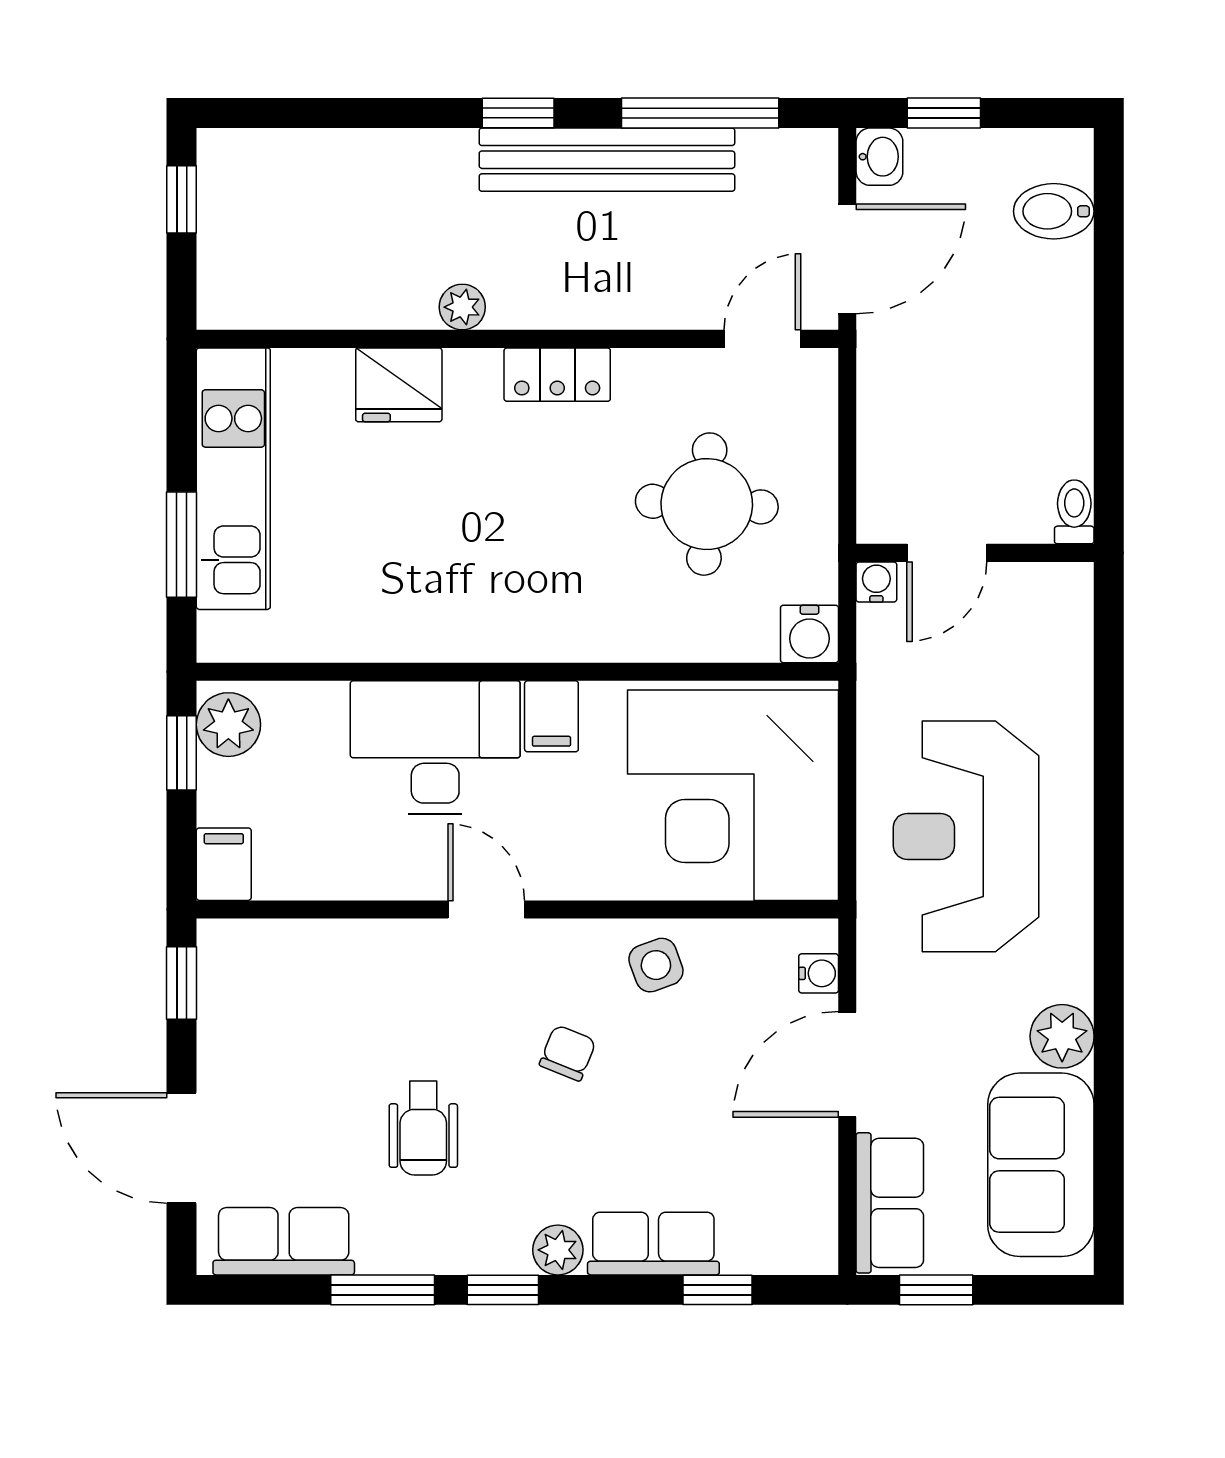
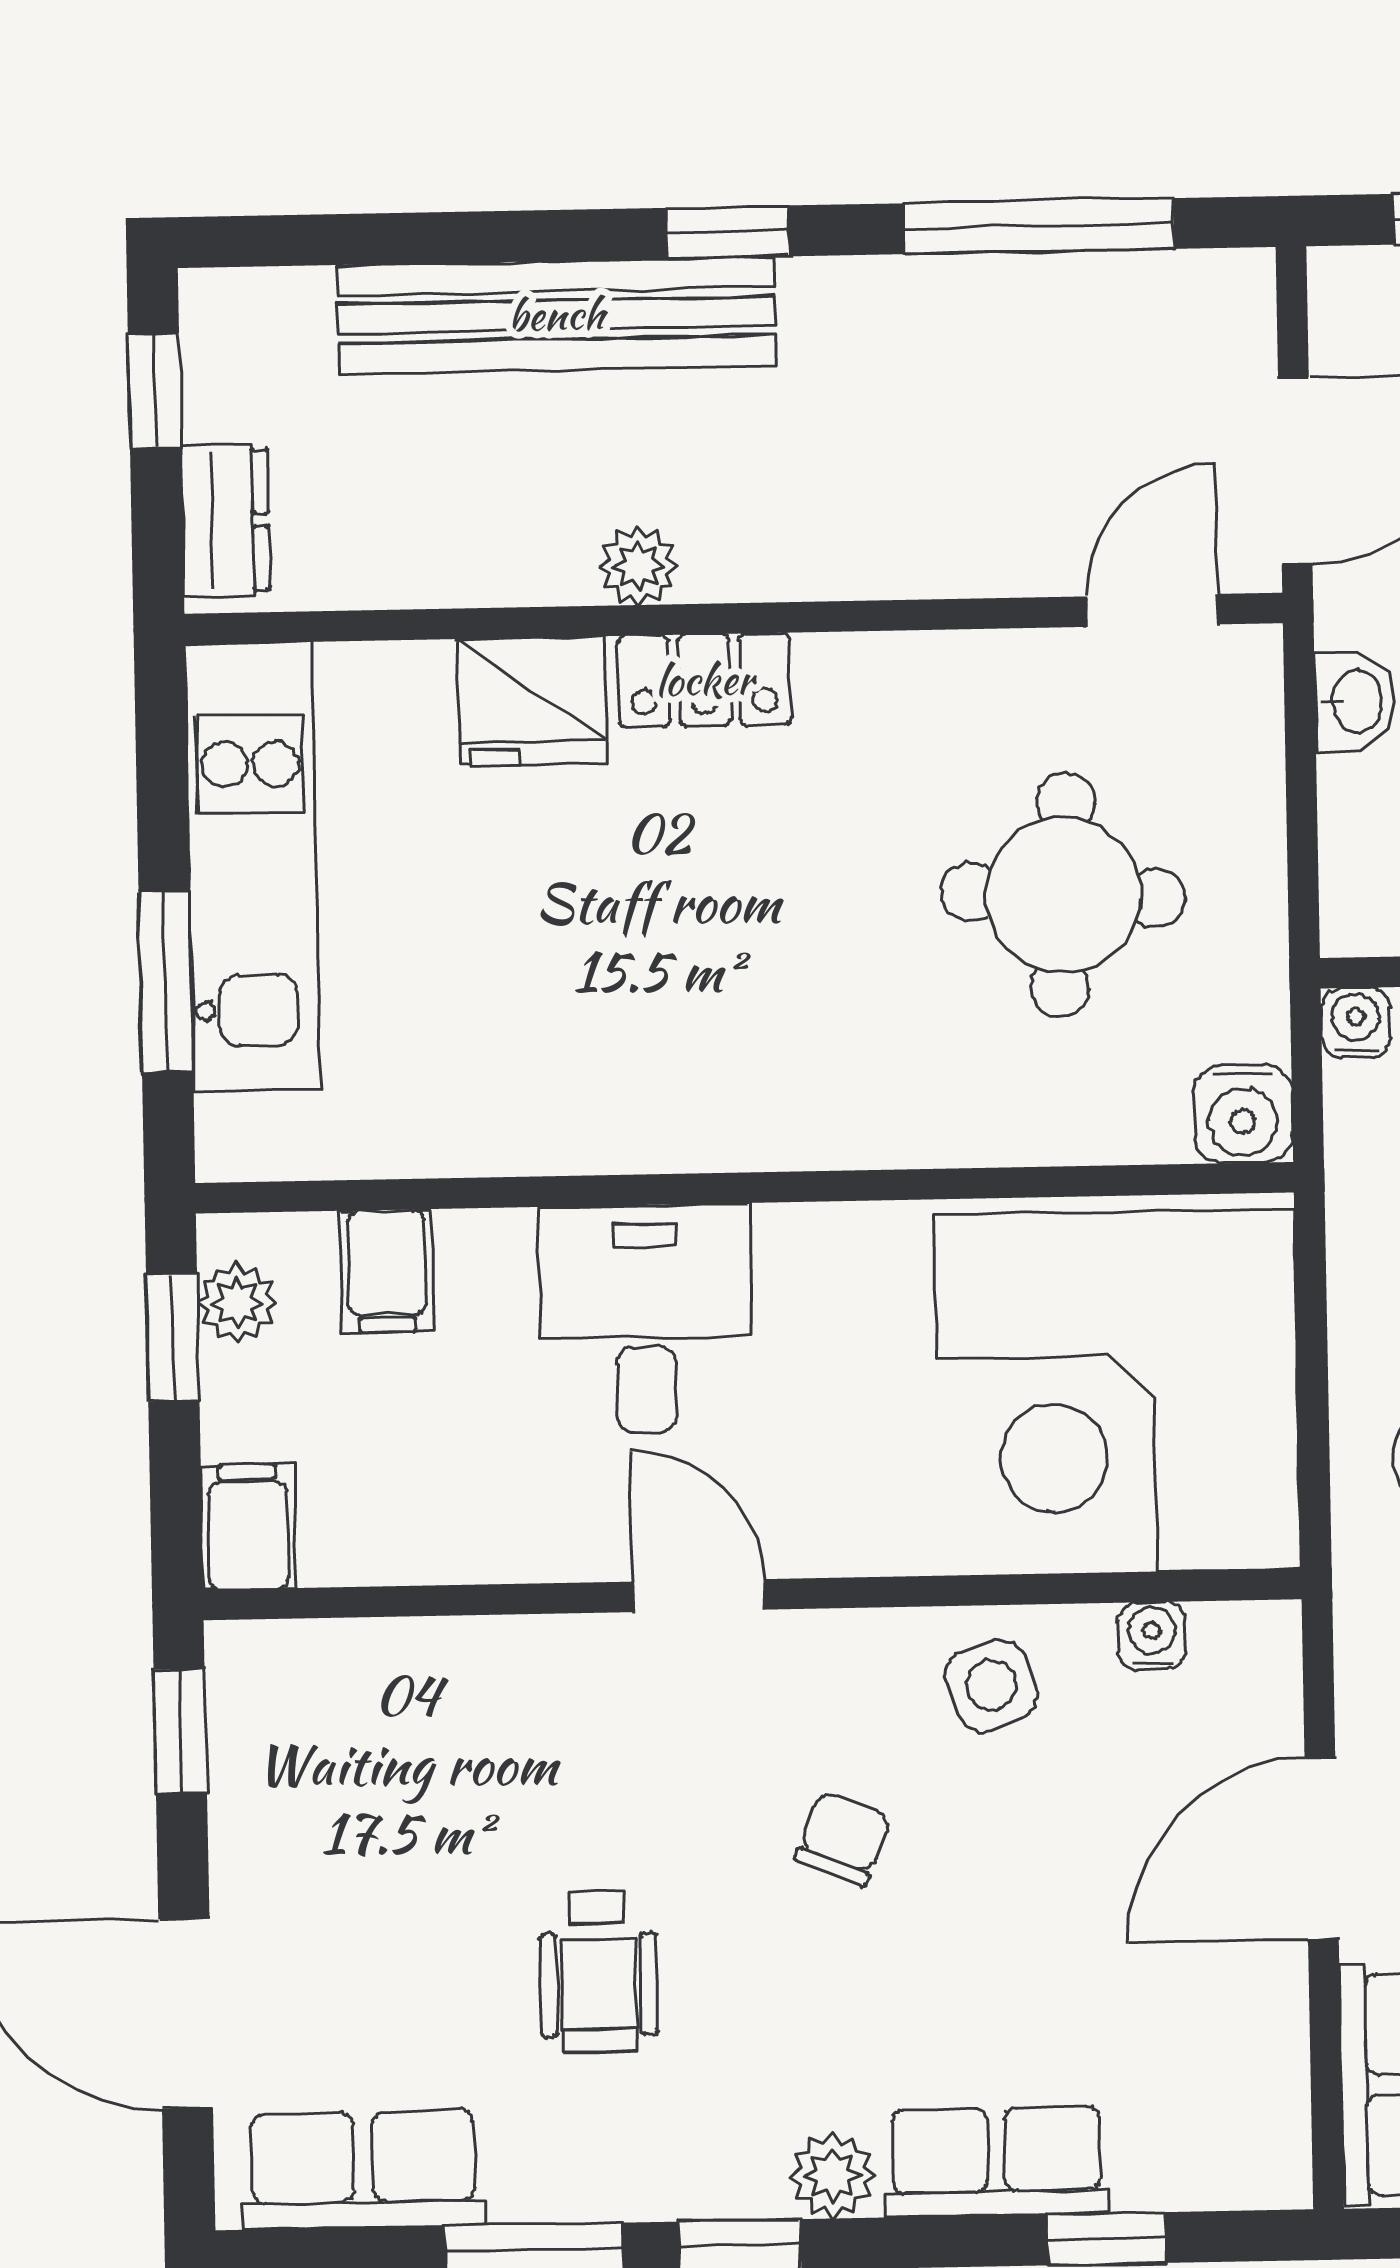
washbasin: (879, 157) -> (1355, 702), moved
bench: (607, 160) -> (556, 315), moved
dresser: (222, 276) -> (225, 520), added
locker: (557, 375) -> (704, 680), moved
filing cabinet: (551, 716) -> (387, 1271), moved
plant: (228, 725) -> (237, 1303), width x0.73, depth x0.73
desk: (435, 747) -> (646, 1319), width x0.73
water cooler: (819, 973) -> (1152, 1636), moved, turned -90

